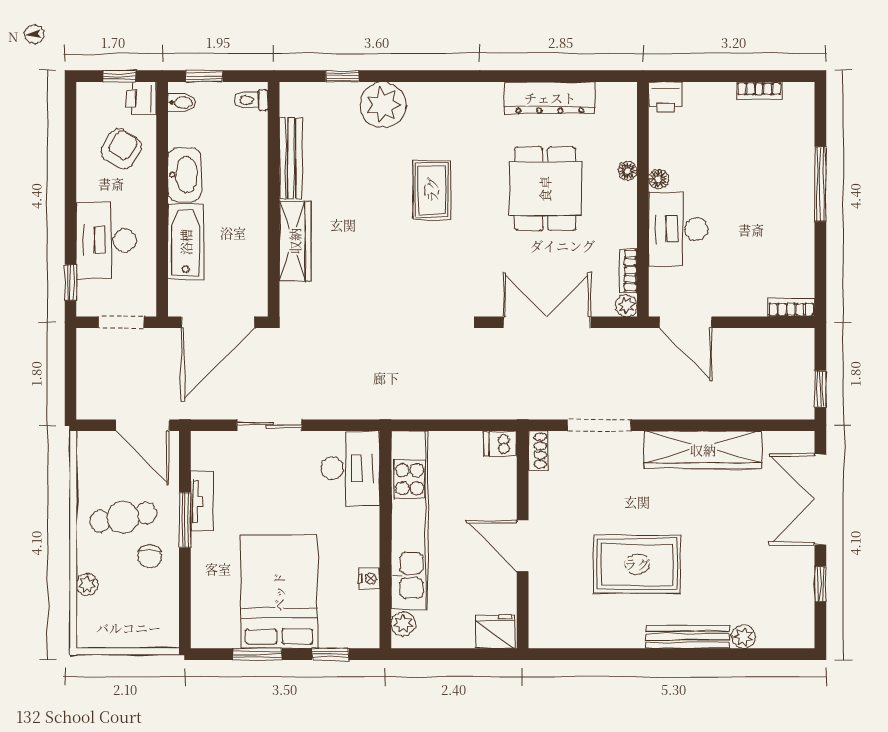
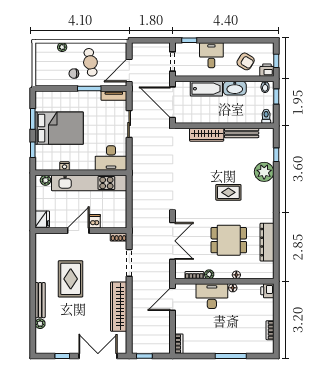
desk: (106, 240) -> (211, 55), width x0.73
plant: (626, 306) -> (209, 274), moved
dishwasher: (500, 444) -> (95, 221), moved
tv unit: (202, 501) -> (114, 96), moved

